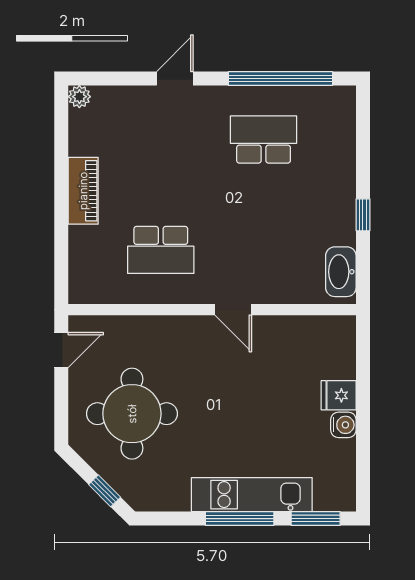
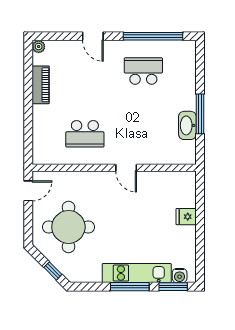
door: (175, 79) -> (93, 36), swing flipped
piano: (83, 191) -> (41, 85), moved
window: (363, 215) -> (200, 114), width x2.17
washbasin: (341, 272) -> (187, 125), moved
water cooler: (343, 425) -> (180, 276), moved, turned 90

